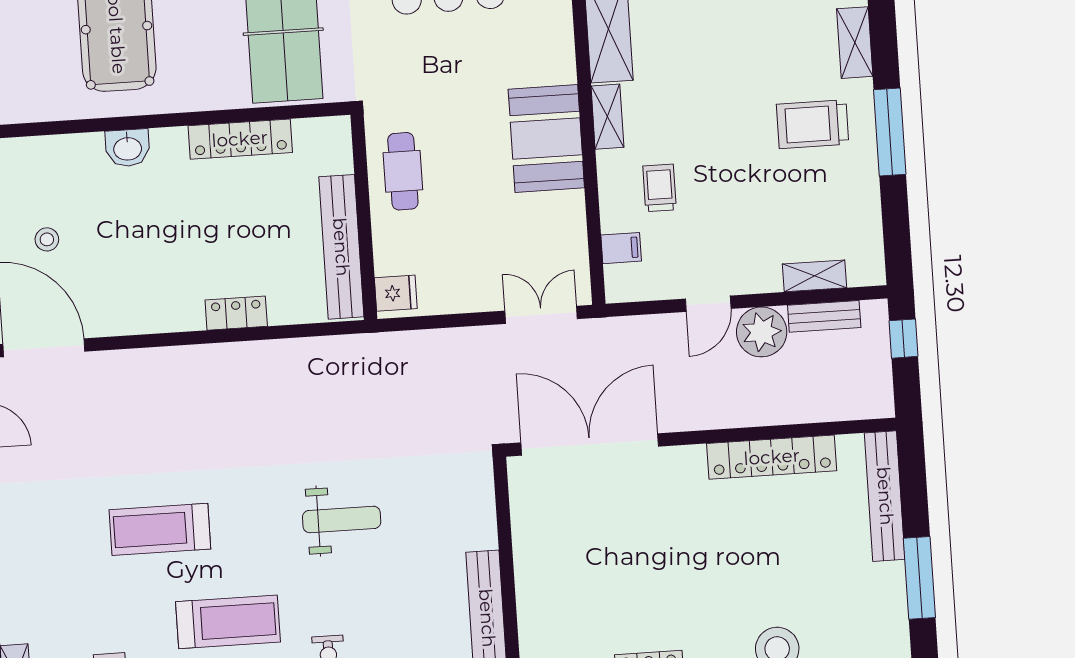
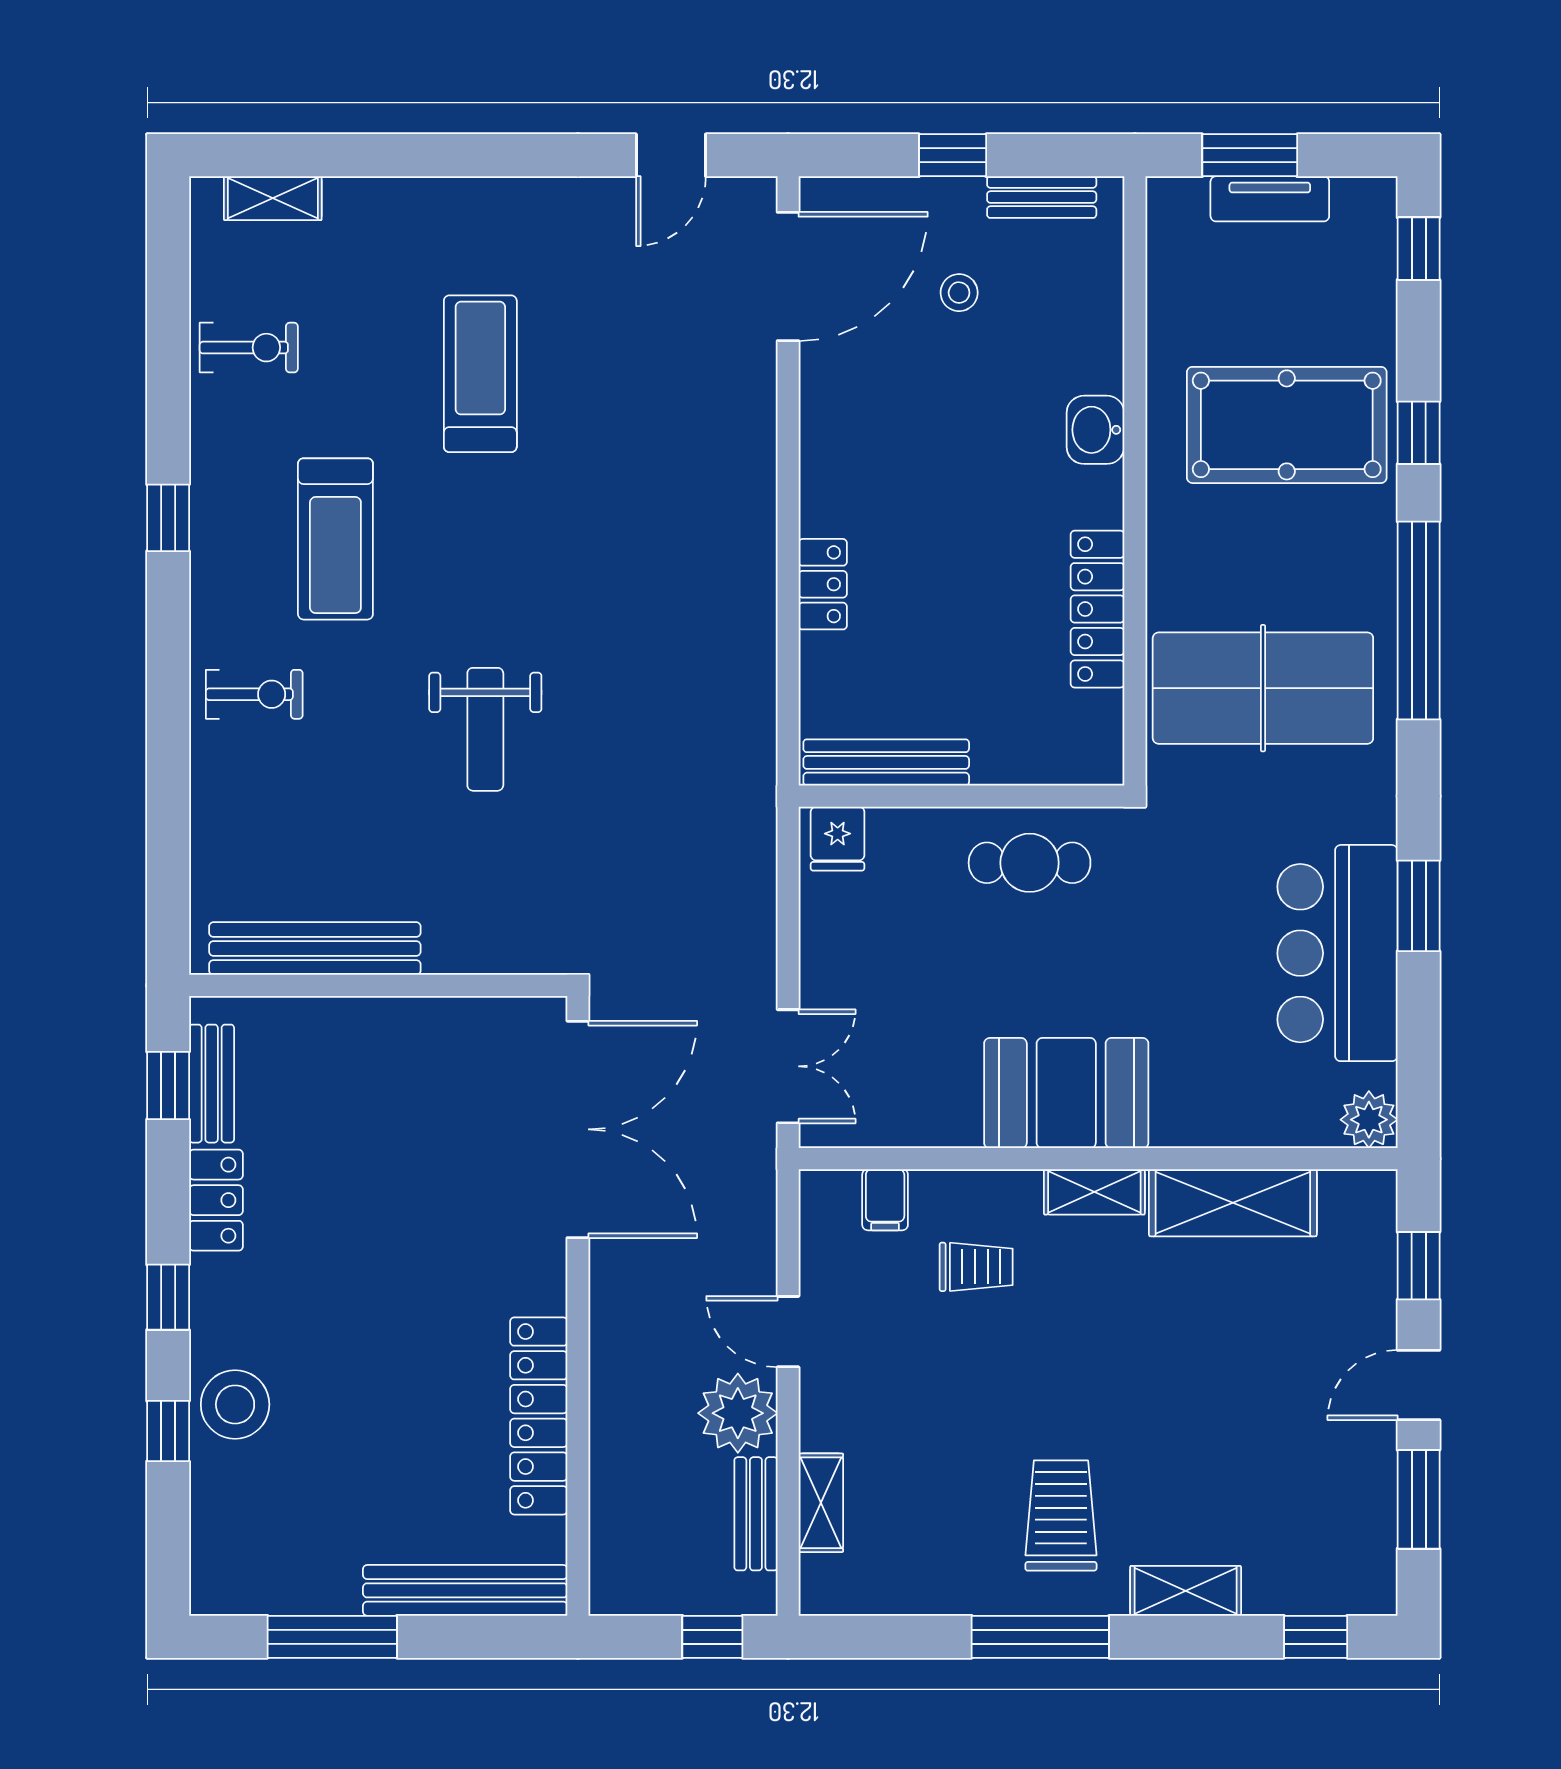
bench: (341, 247) -> (886, 762), width x0.73, depth x0.82
treadmill: (160, 529) -> (480, 374), moved

